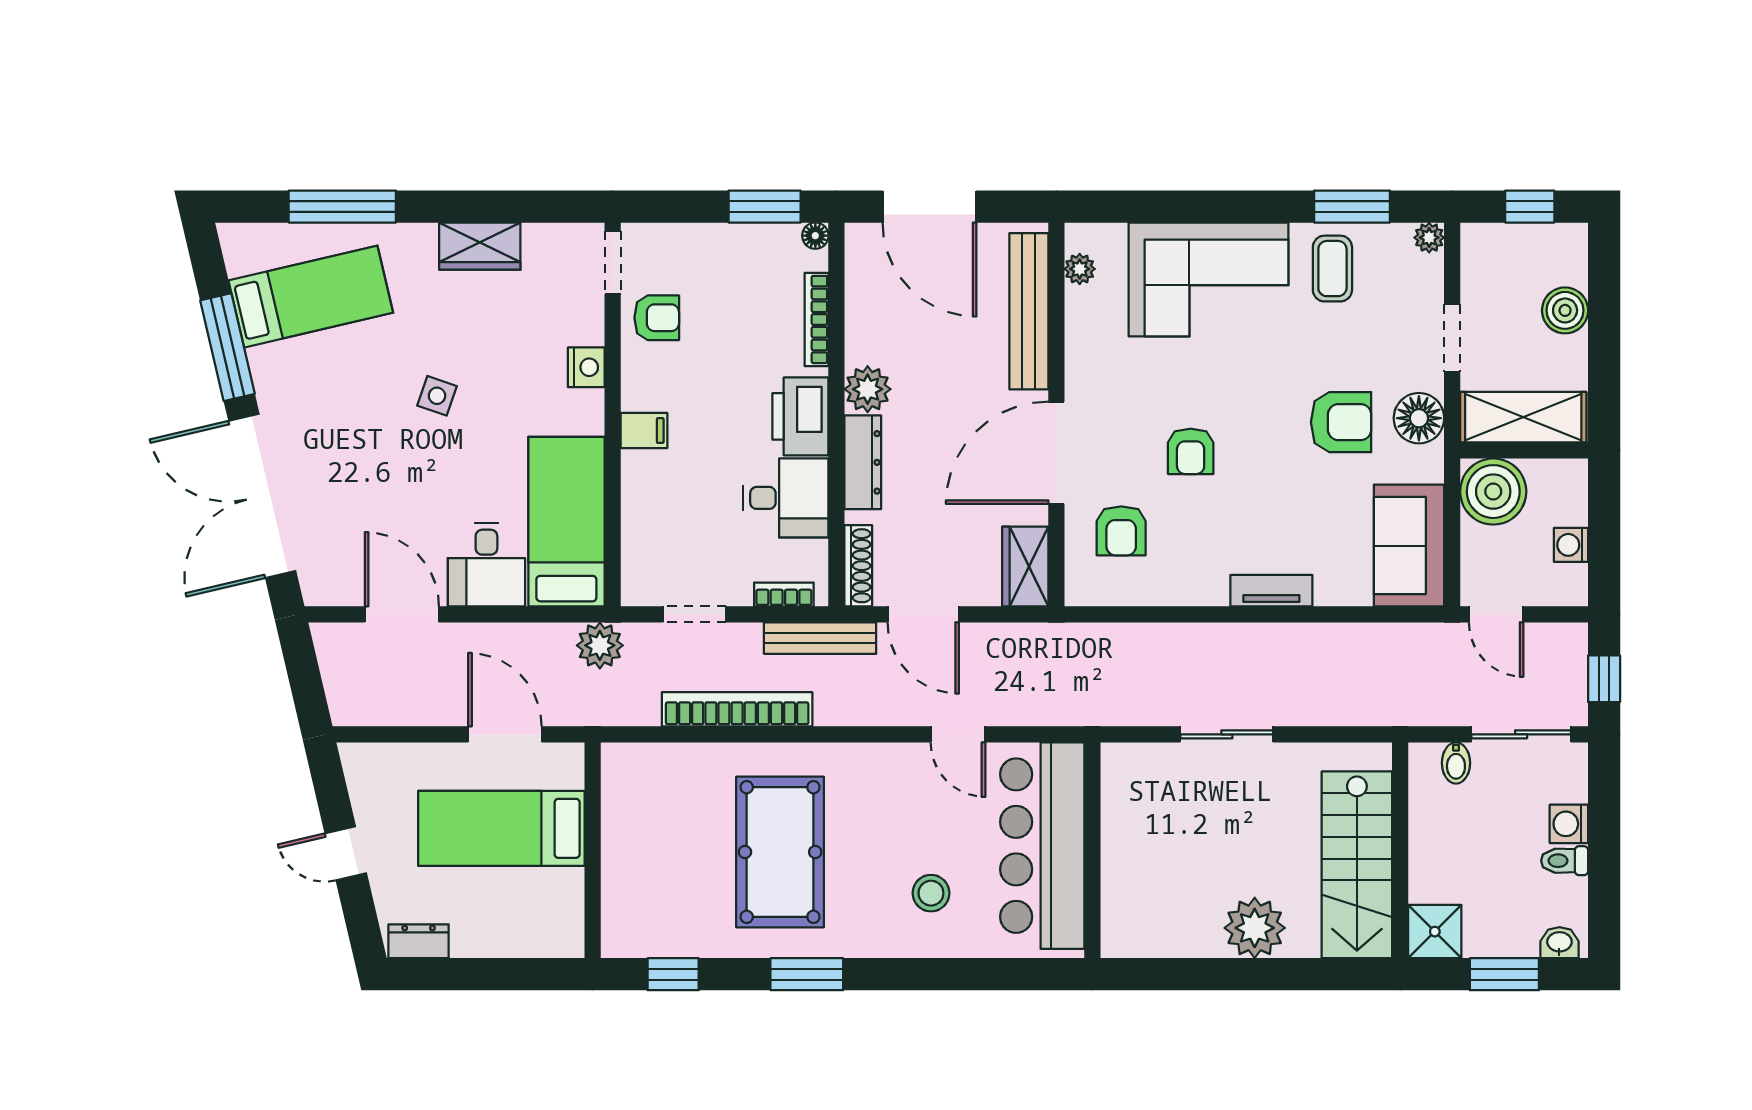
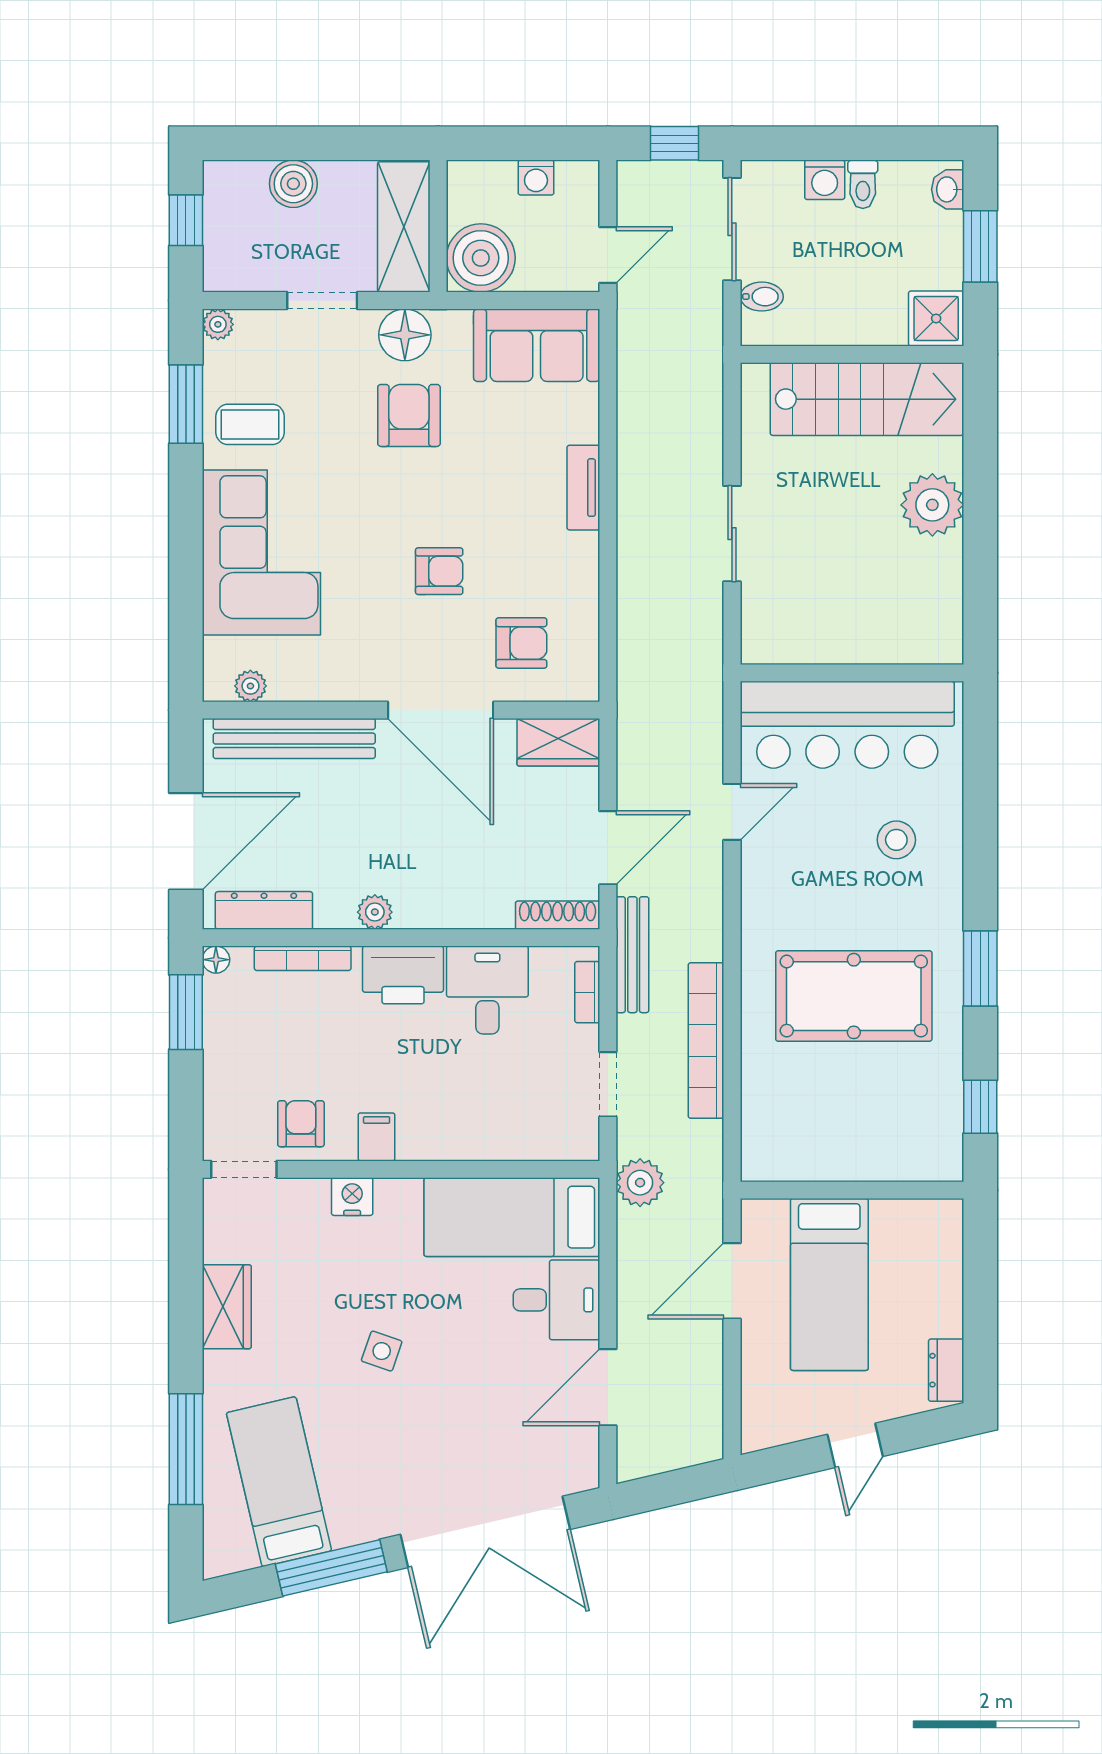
plant: (868, 389) -> (375, 912), width x0.73, depth x0.73
filing cabinet: (644, 431) -> (377, 1137), moved
dresser: (863, 462) -> (264, 910), moved

